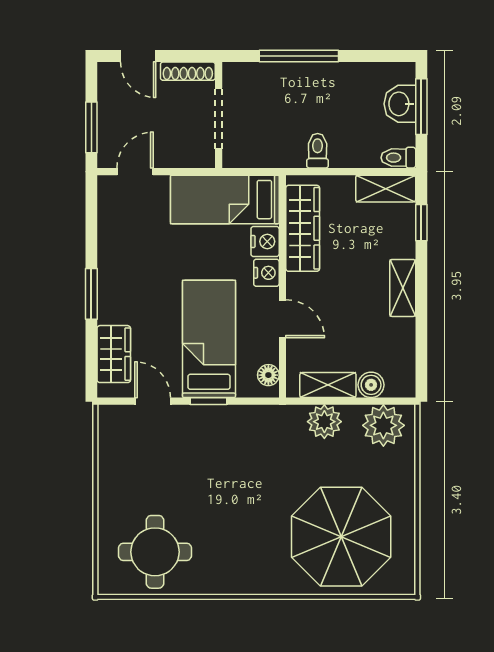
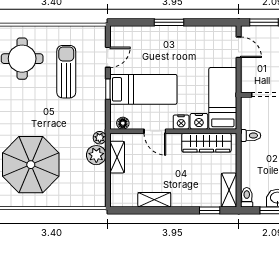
toilet: (318, 151) -> (251, 136), moved
shelving: (403, 288) -> (154, 200), moved
door: (283, 319) -> (155, 131), hinge flipped
wardrobe: (114, 354) -> (135, 35), removed
boiler: (371, 385) -> (117, 182), removed
plant: (383, 425) -> (100, 138), moved, width x0.53, depth x0.53
sun lounger: (178, 474) -> (66, 72), added

